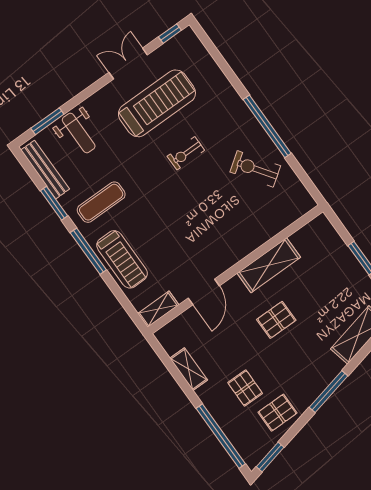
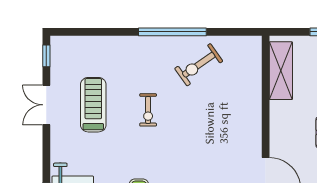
treadmill: (157, 103) -> (93, 105), width x0.73, depth x0.73
shelving: (269, 265) -> (281, 71), moved

